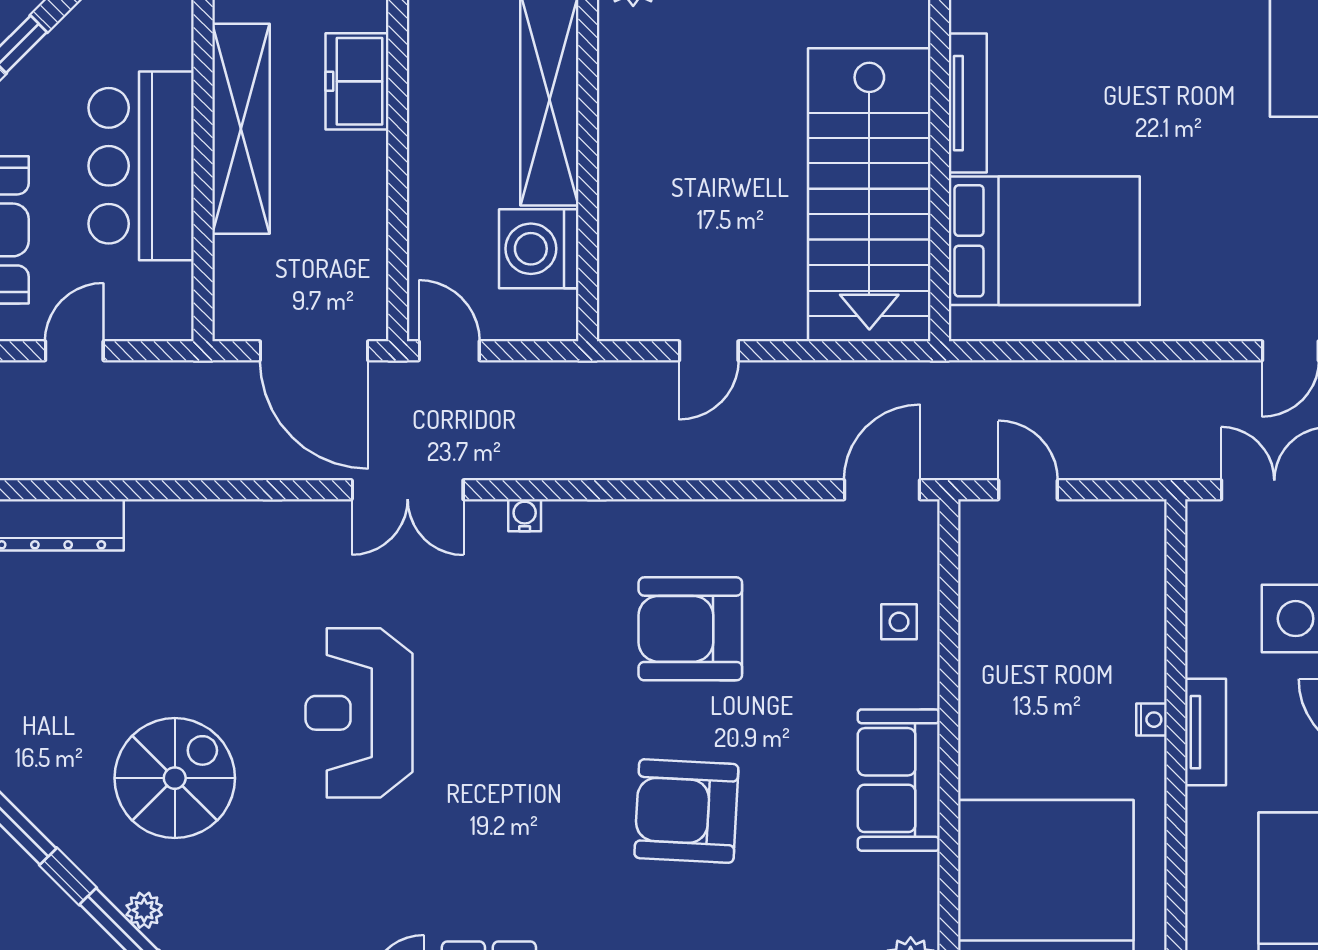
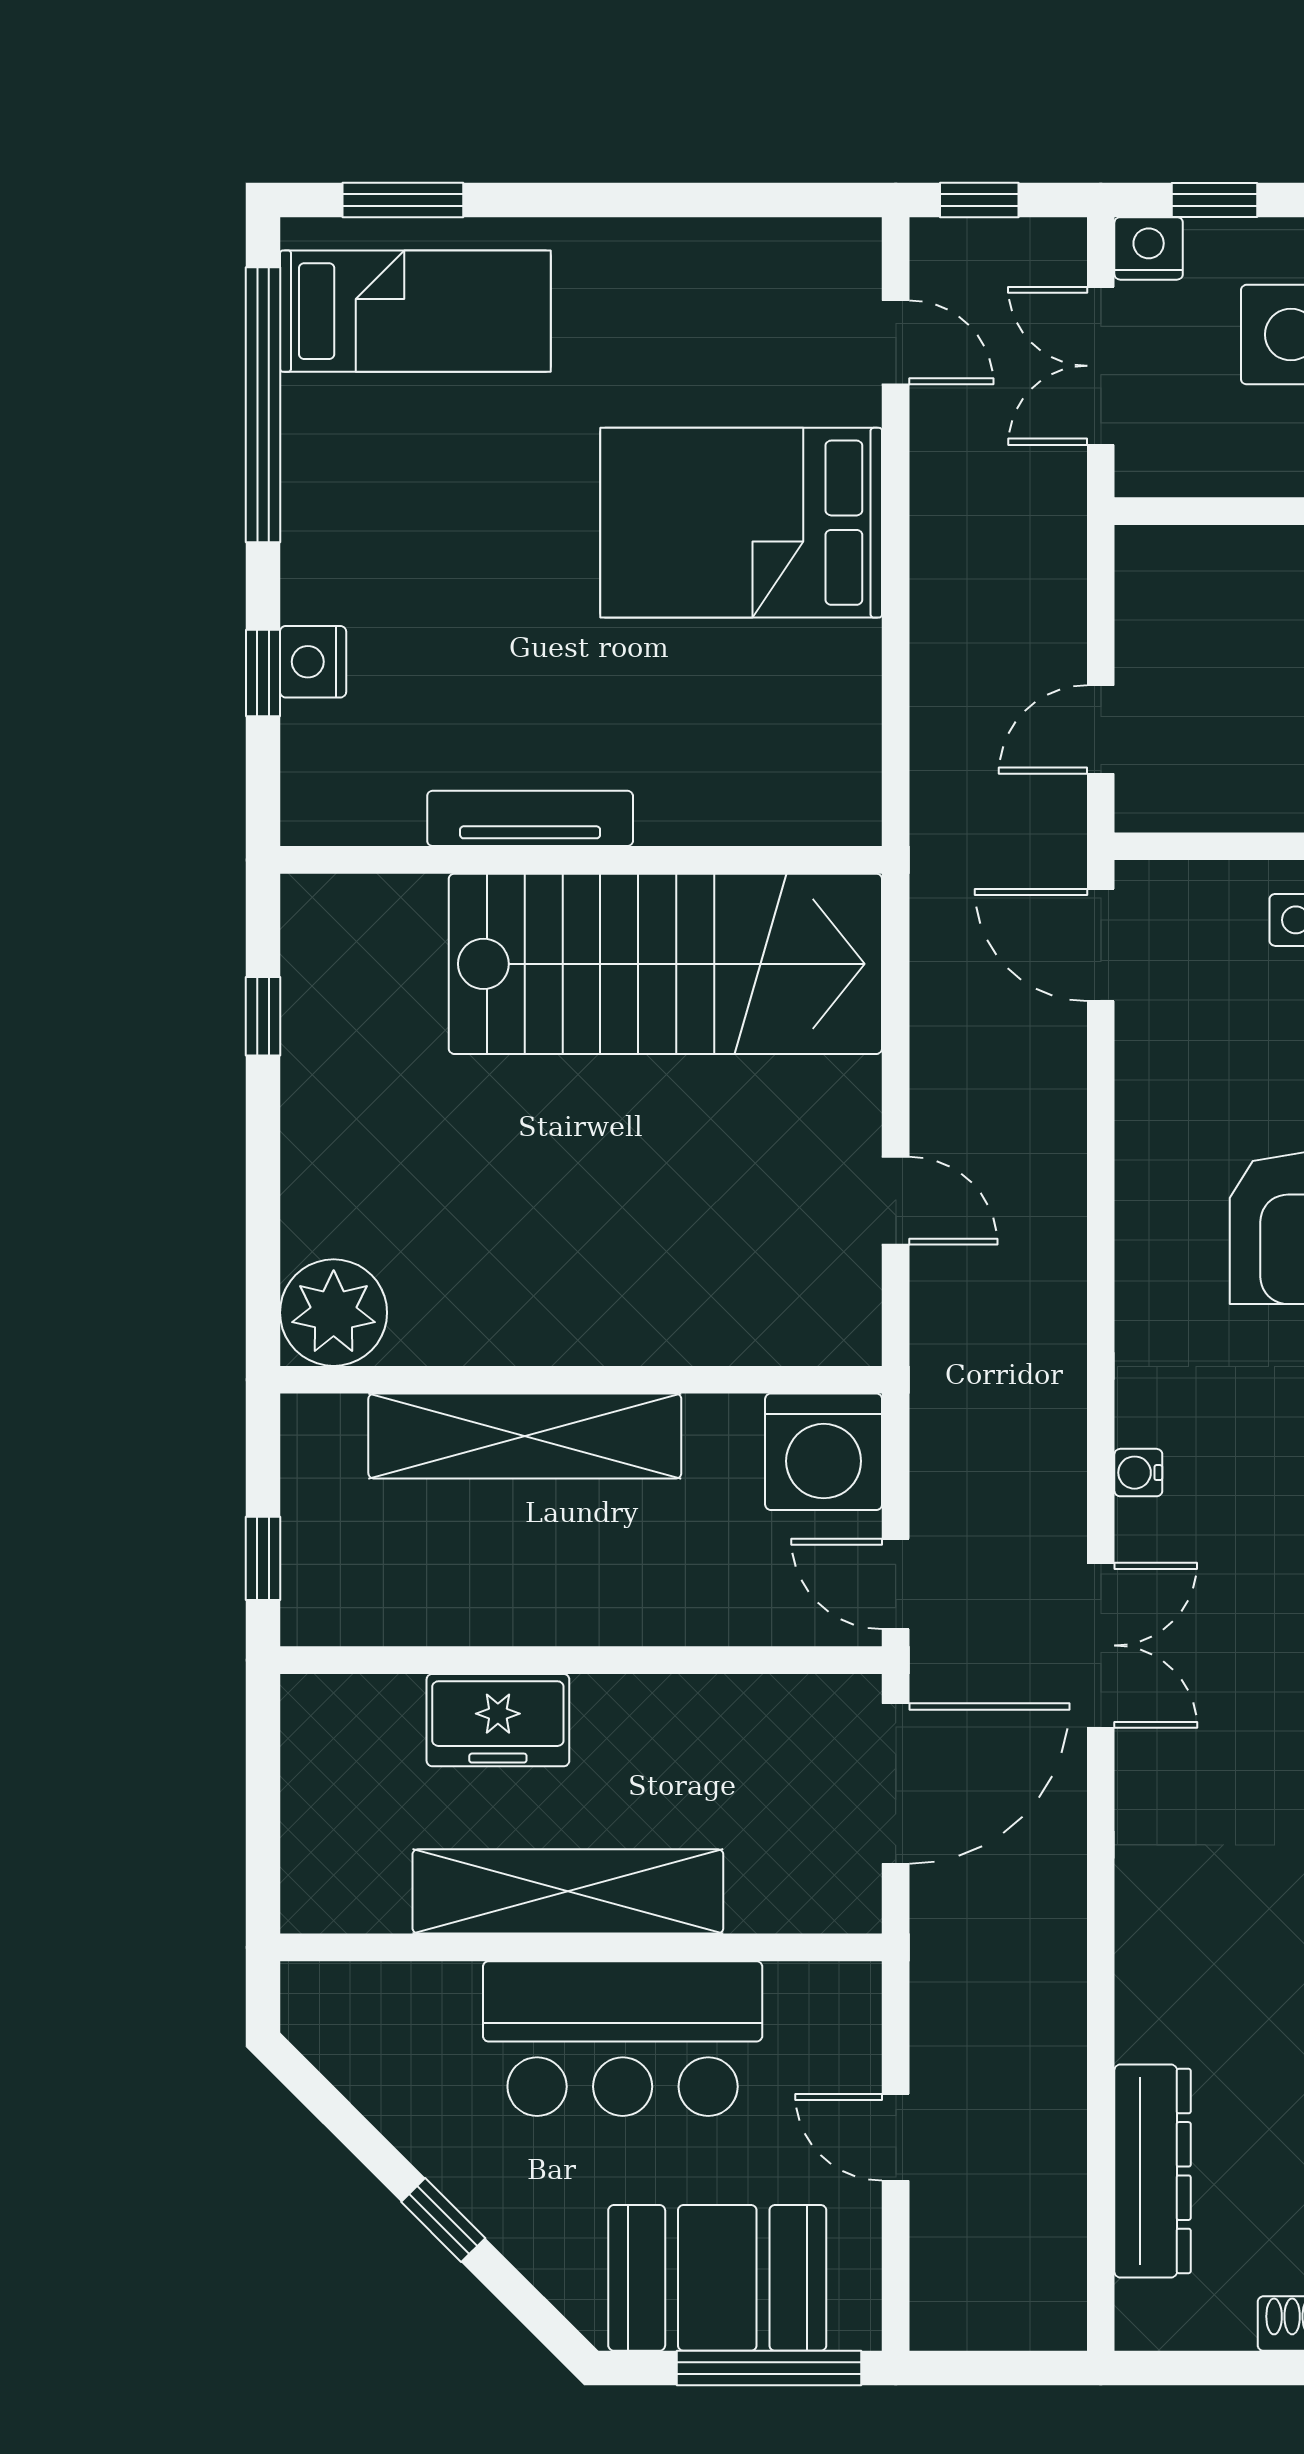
bed: (1044, 241) -> (741, 523), moved, turned -90
washing machine: (539, 249) -> (824, 1452), moved
door: (449, 351) -> (896, 1584), hinge flipped

